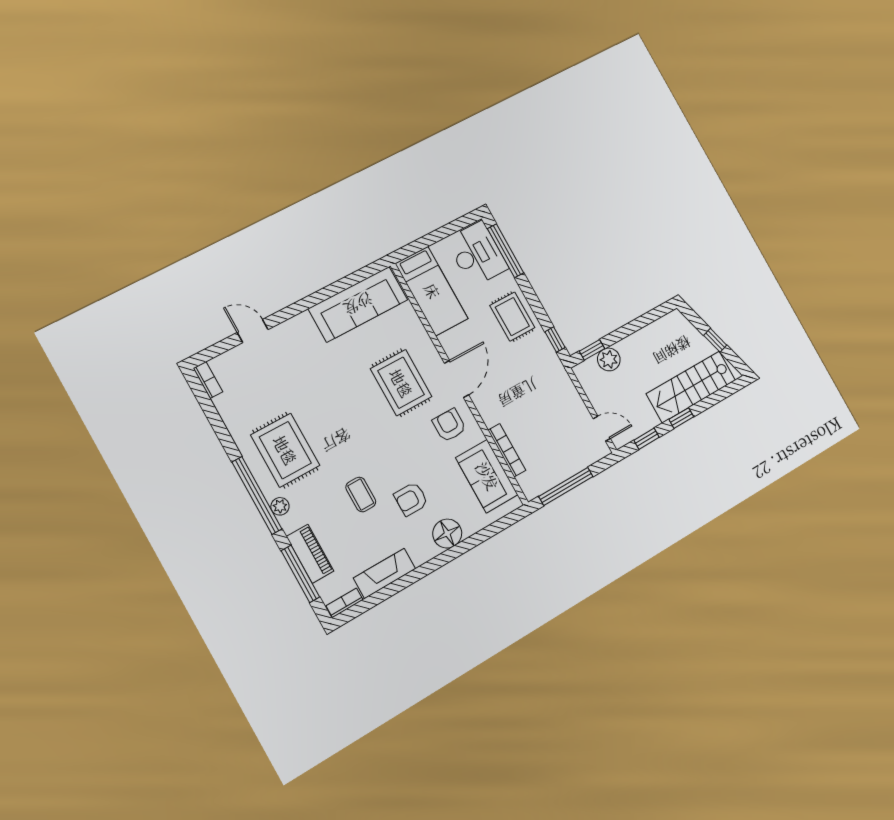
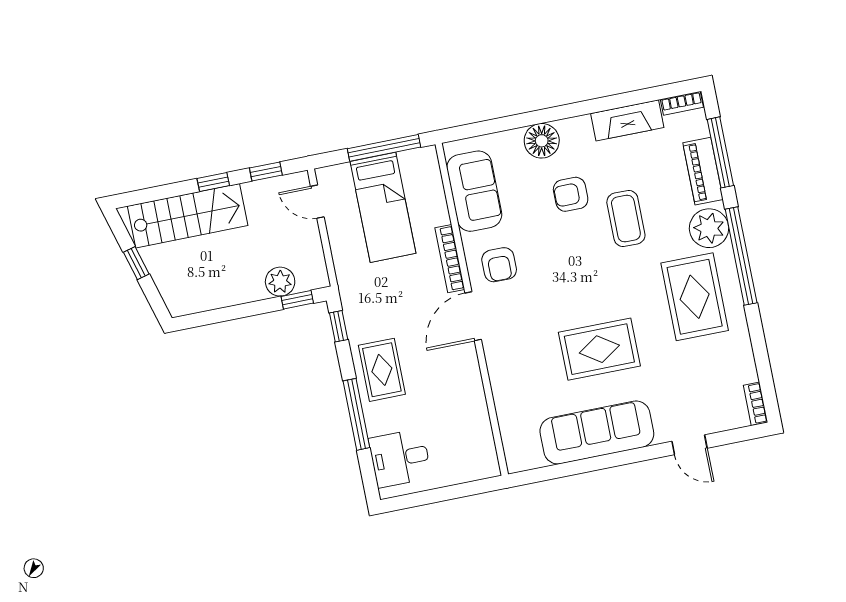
window: (505, 251) -> (356, 414), moved
desk: (477, 254) -> (400, 458), width x0.73
bed: (432, 291) -> (383, 207), moved, turned 180
sofa: (358, 304) -> (597, 432), moved
rug: (401, 383) -> (599, 349), moved, turned 90
bookcase: (507, 450) -> (450, 259), moved
coffee table: (361, 495) -> (626, 219), width x1.36, depth x1.30
armchair: (411, 499) -> (571, 194), turned 180
plant: (280, 506) -> (709, 228), width x1.88, depth x1.88

